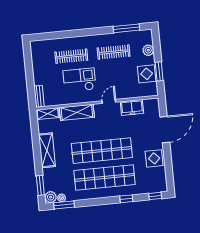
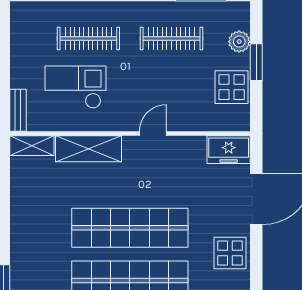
window: (159, 71) -> (256, 62), moved
checkout: (79, 80) -> (75, 87), moved
freezer: (132, 107) -> (229, 150), moved
shelving: (47, 150) -> (23, 217), removed

